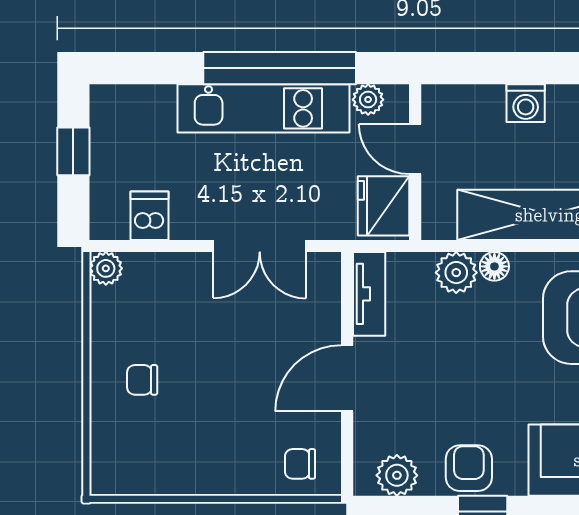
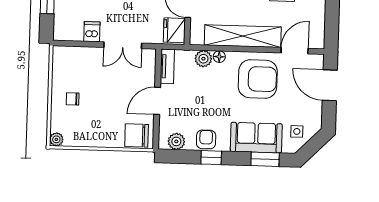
dishwasher: (149, 216) -> (92, 32), moved
plant: (106, 268) -> (56, 139), moved
chair: (300, 464) -> (137, 135), width x1.87, depth x1.87

